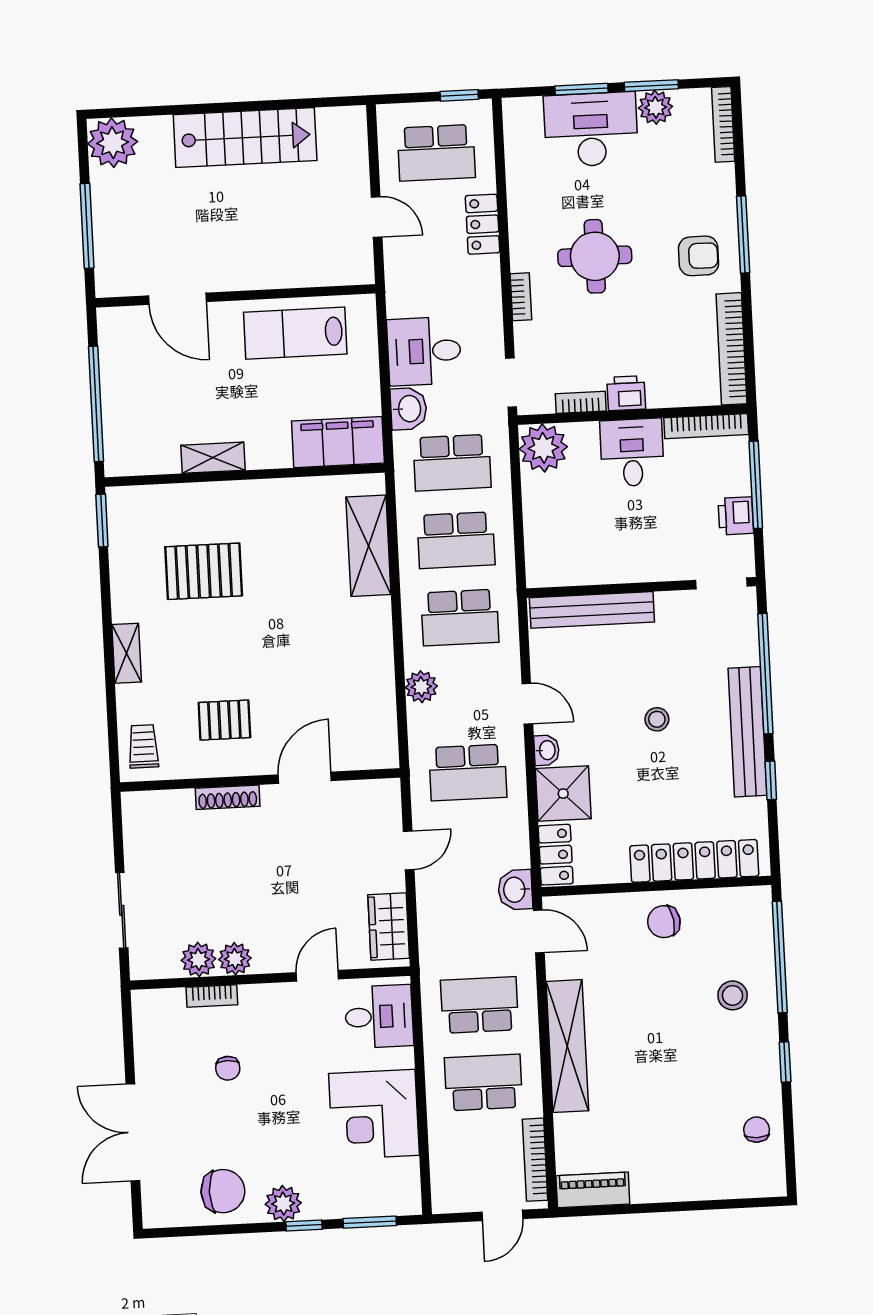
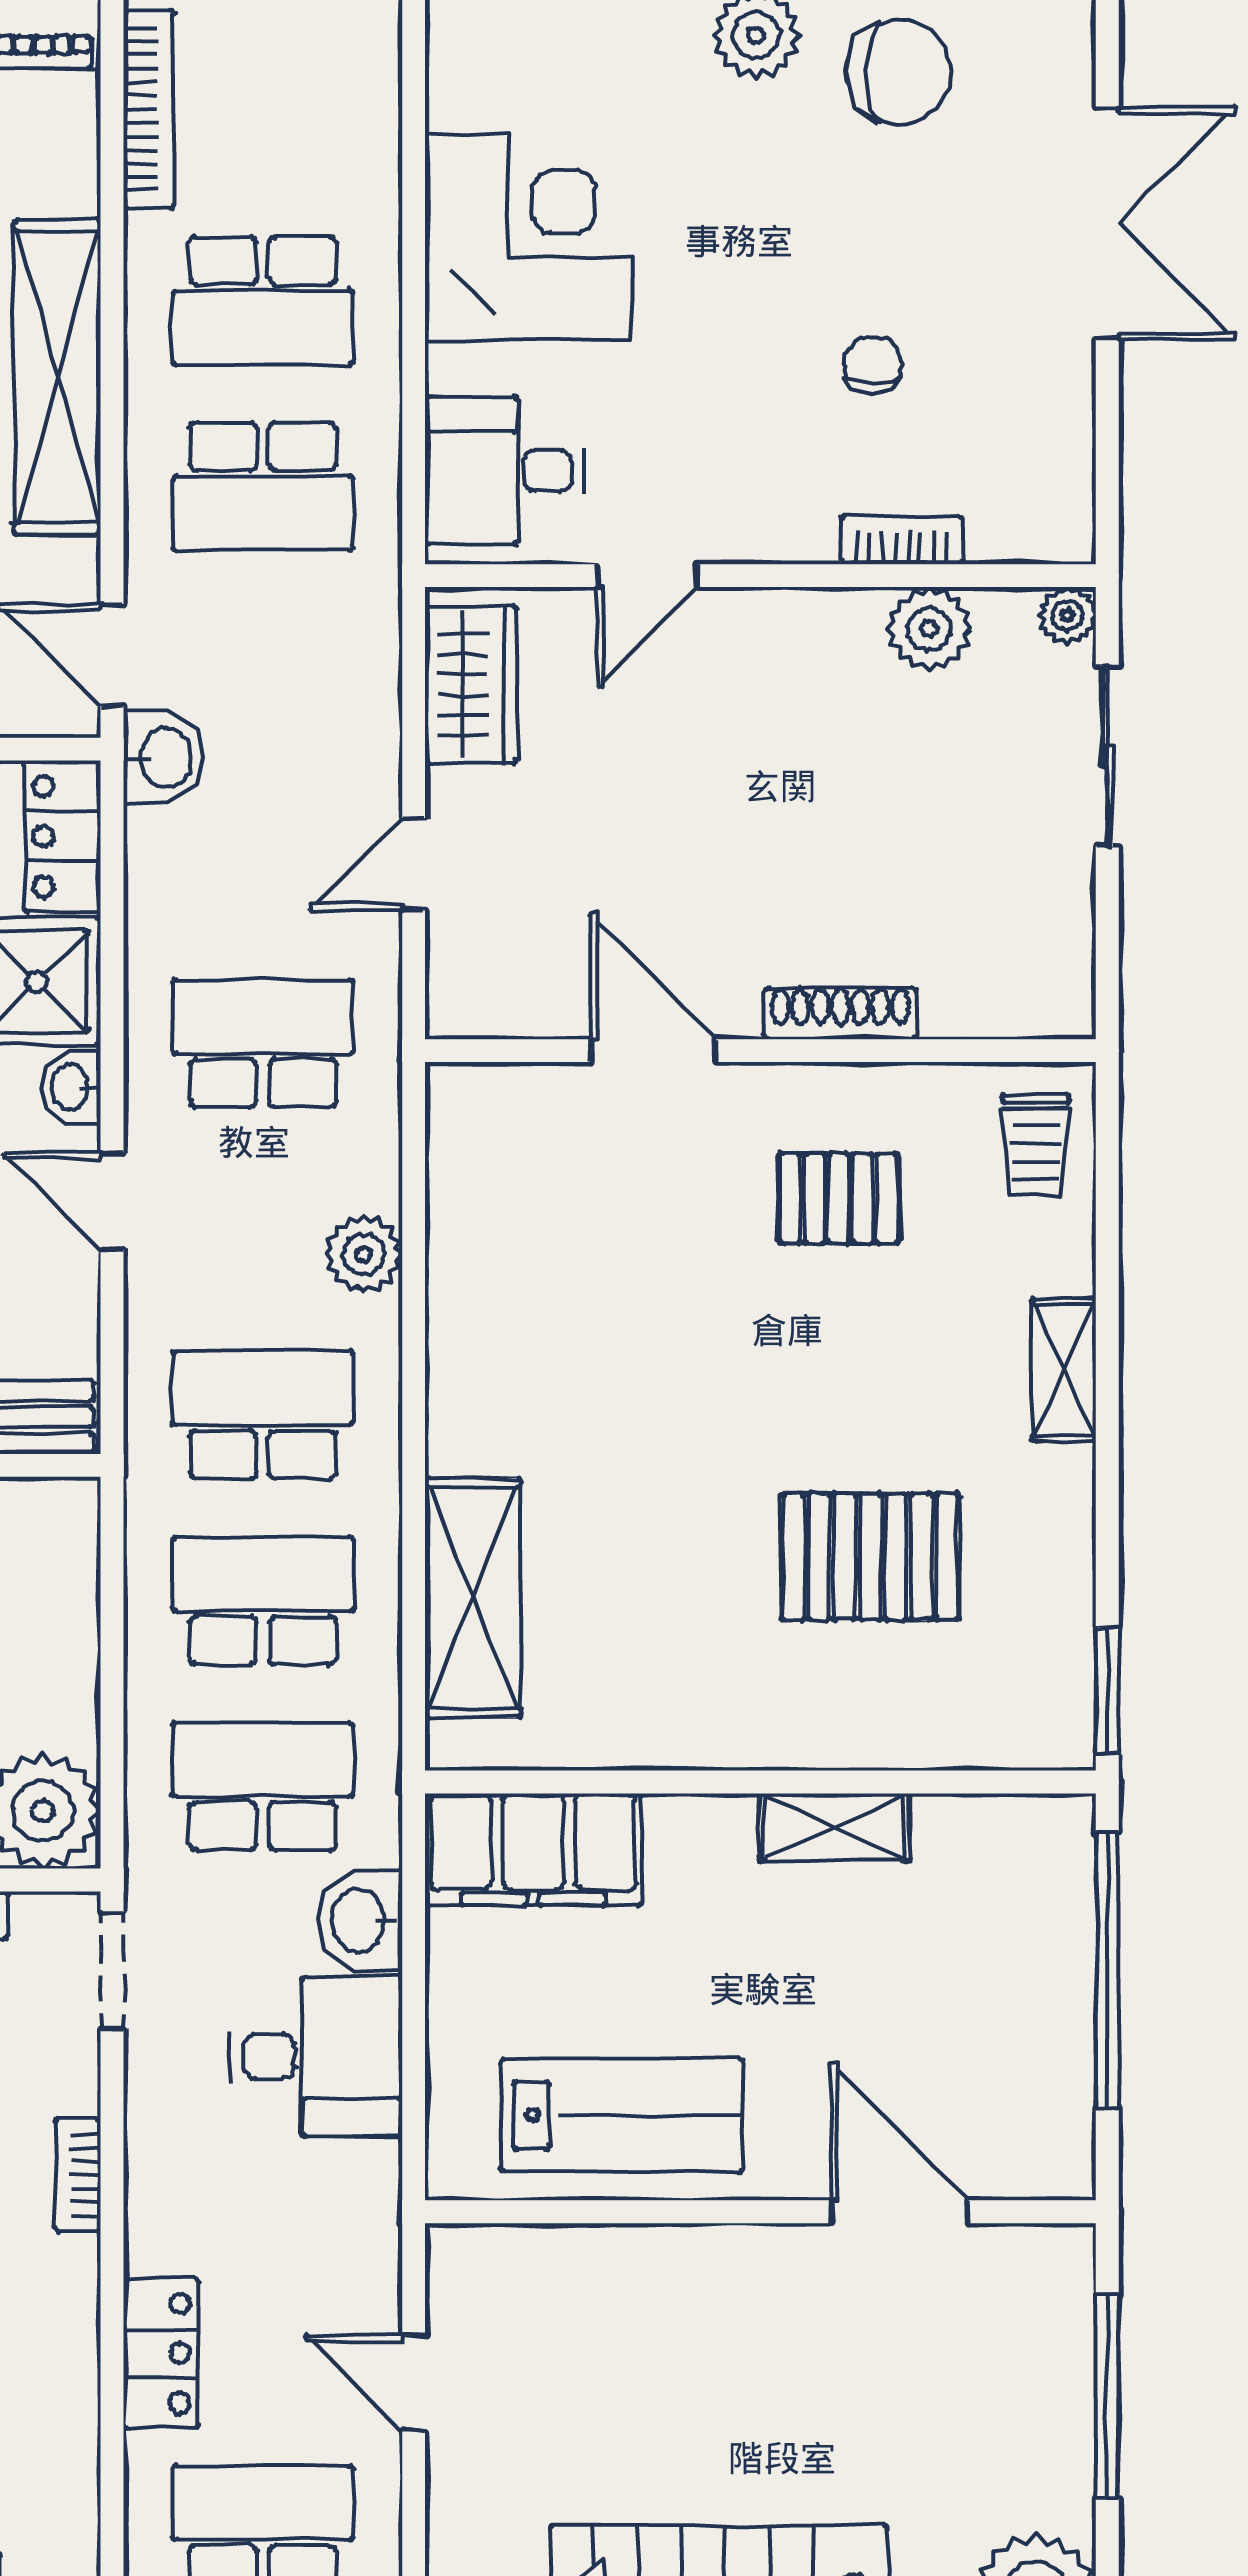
door: (305, 778) -> (653, 1051), swing flipped
plant: (235, 959) -> (1067, 615), moved, width x0.73, depth x0.73
chair: (223, 1191) -> (899, 72), turned 180

